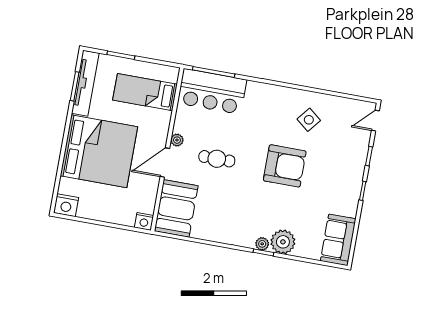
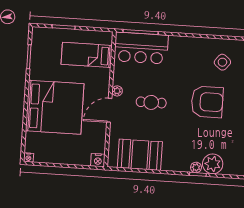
tv unit: (85, 83) -> (37, 53), removed
nightstand: (66, 205) -> (28, 157), width x0.53, depth x0.56
booth: (176, 208) -> (140, 155), moved, turned 90

